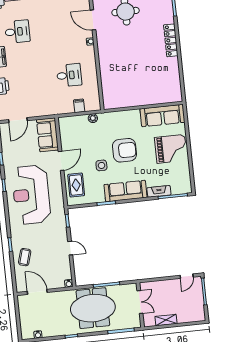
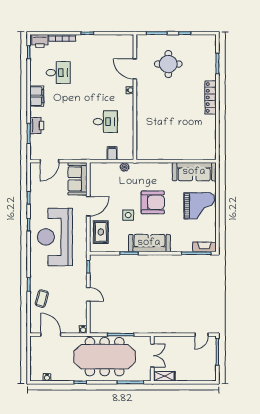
fireplace: (159, 191) -> (204, 247), moved
meeting table: (93, 308) -> (105, 357), width x1.36
shelving: (166, 320) -> (164, 376), moved

